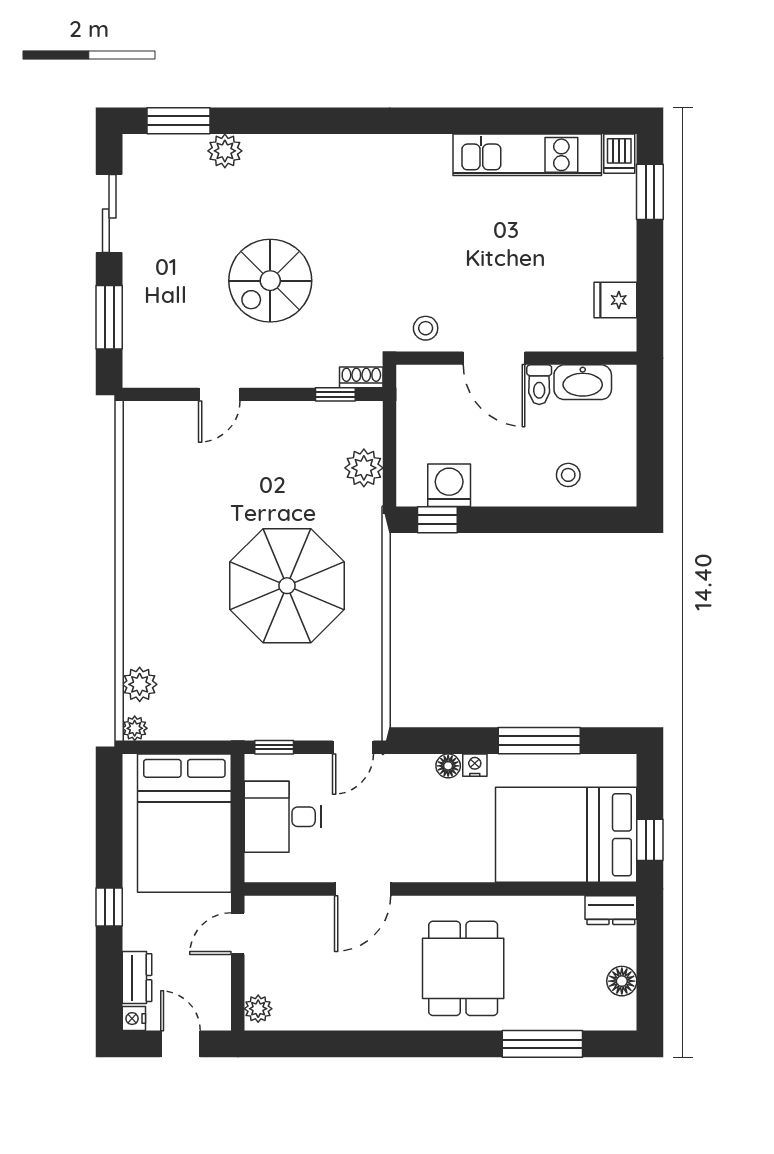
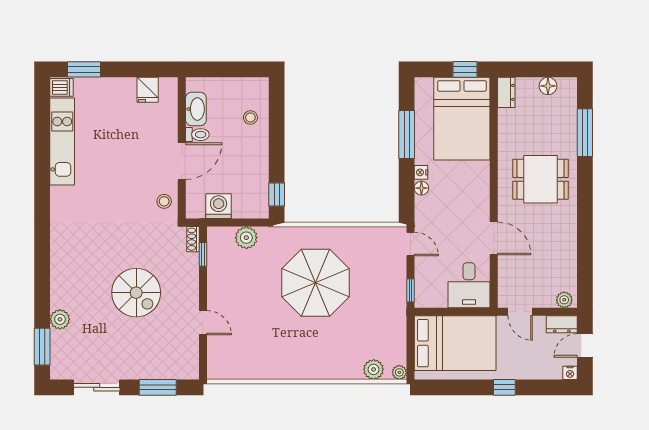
washing machine: (449, 485) -> (219, 206), moved, turned 90
desk: (283, 817) -> (469, 285), moved
dresser: (137, 978) -> (562, 324), moved, turned 180

